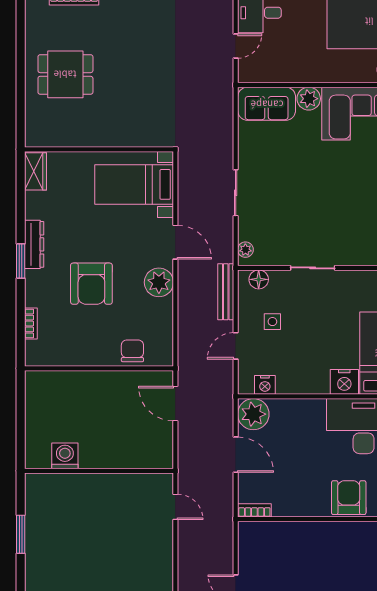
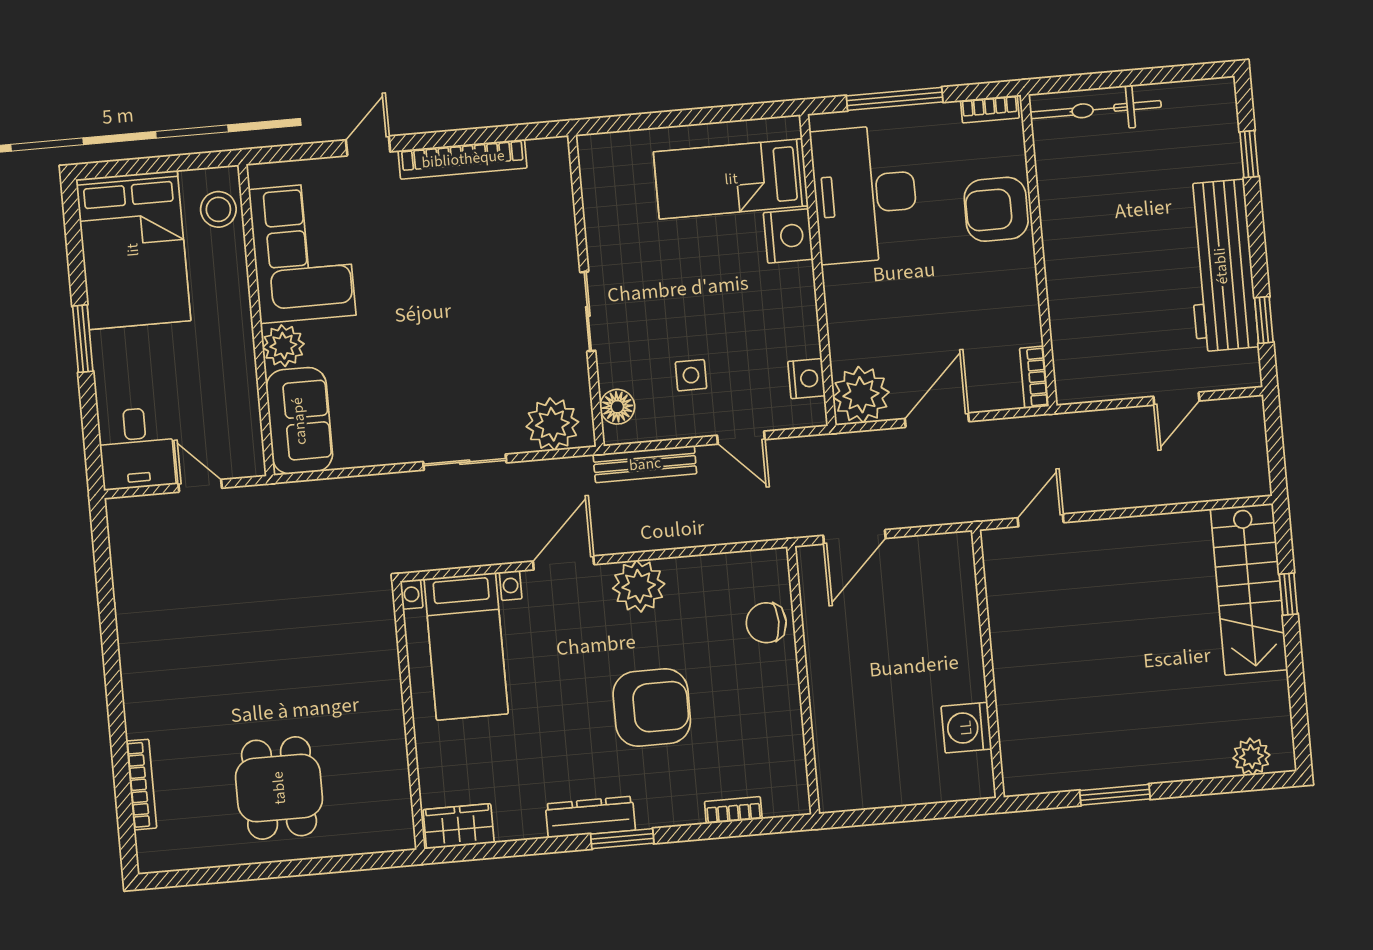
plant: (245, 250) -> (552, 424), width x1.88, depth x1.88

